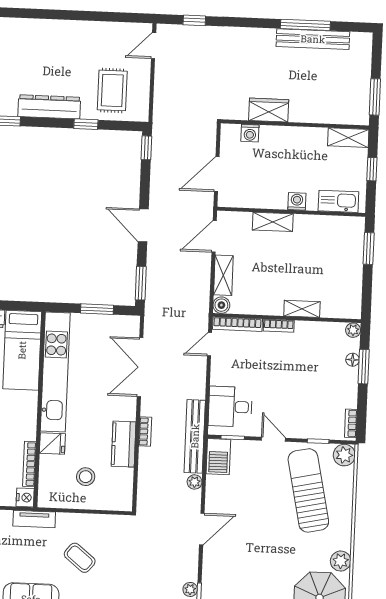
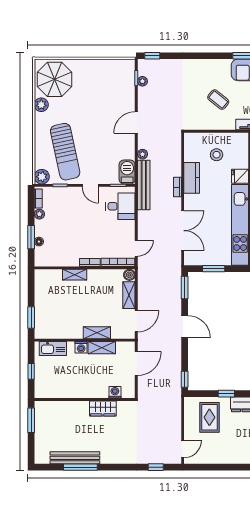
shelving: (348, 138) -> (102, 348), moved
plant: (353, 330) -> (39, 214), moved

